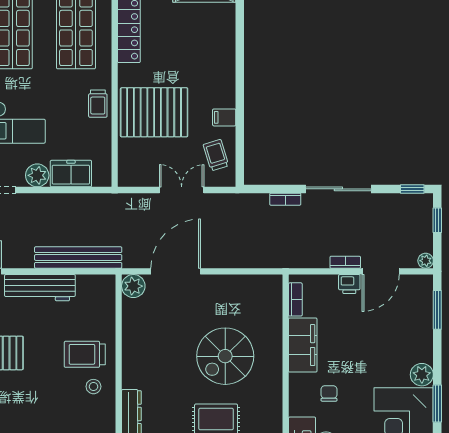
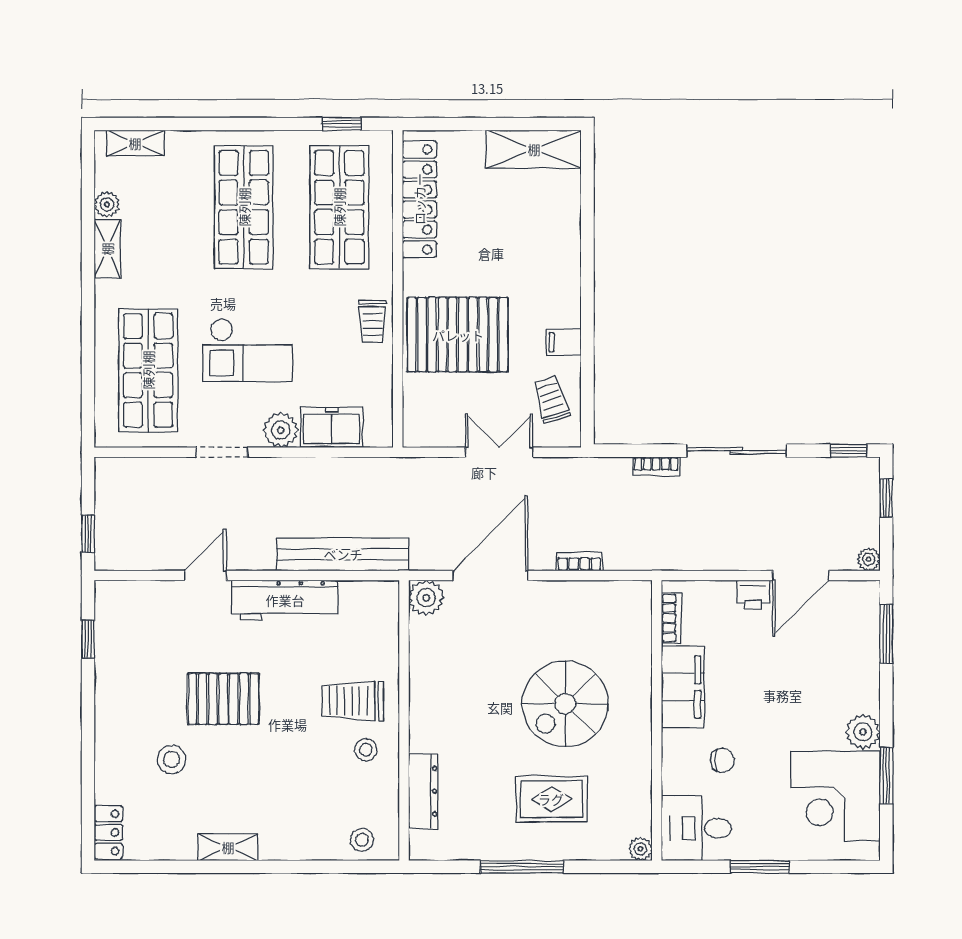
bookcase: (345, 262) -> (579, 562), moved
chair: (329, 393) -> (722, 760), turned 90

